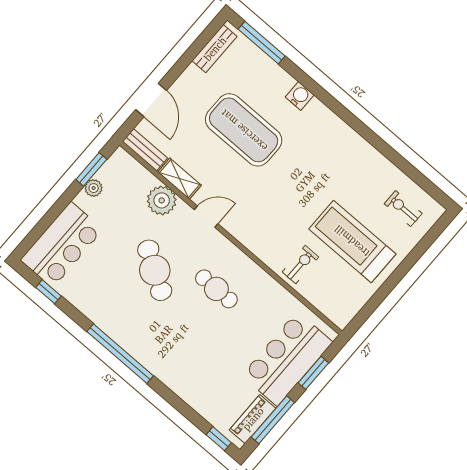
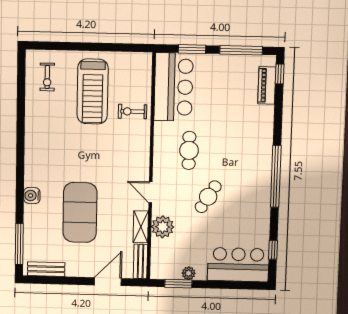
cafe table: (155, 270) -> (208, 197), width x0.73, depth x0.74
bar counter: (287, 359) -> (174, 87), moved, turned -90
piano: (253, 419) -> (267, 85), moved, turned 90

